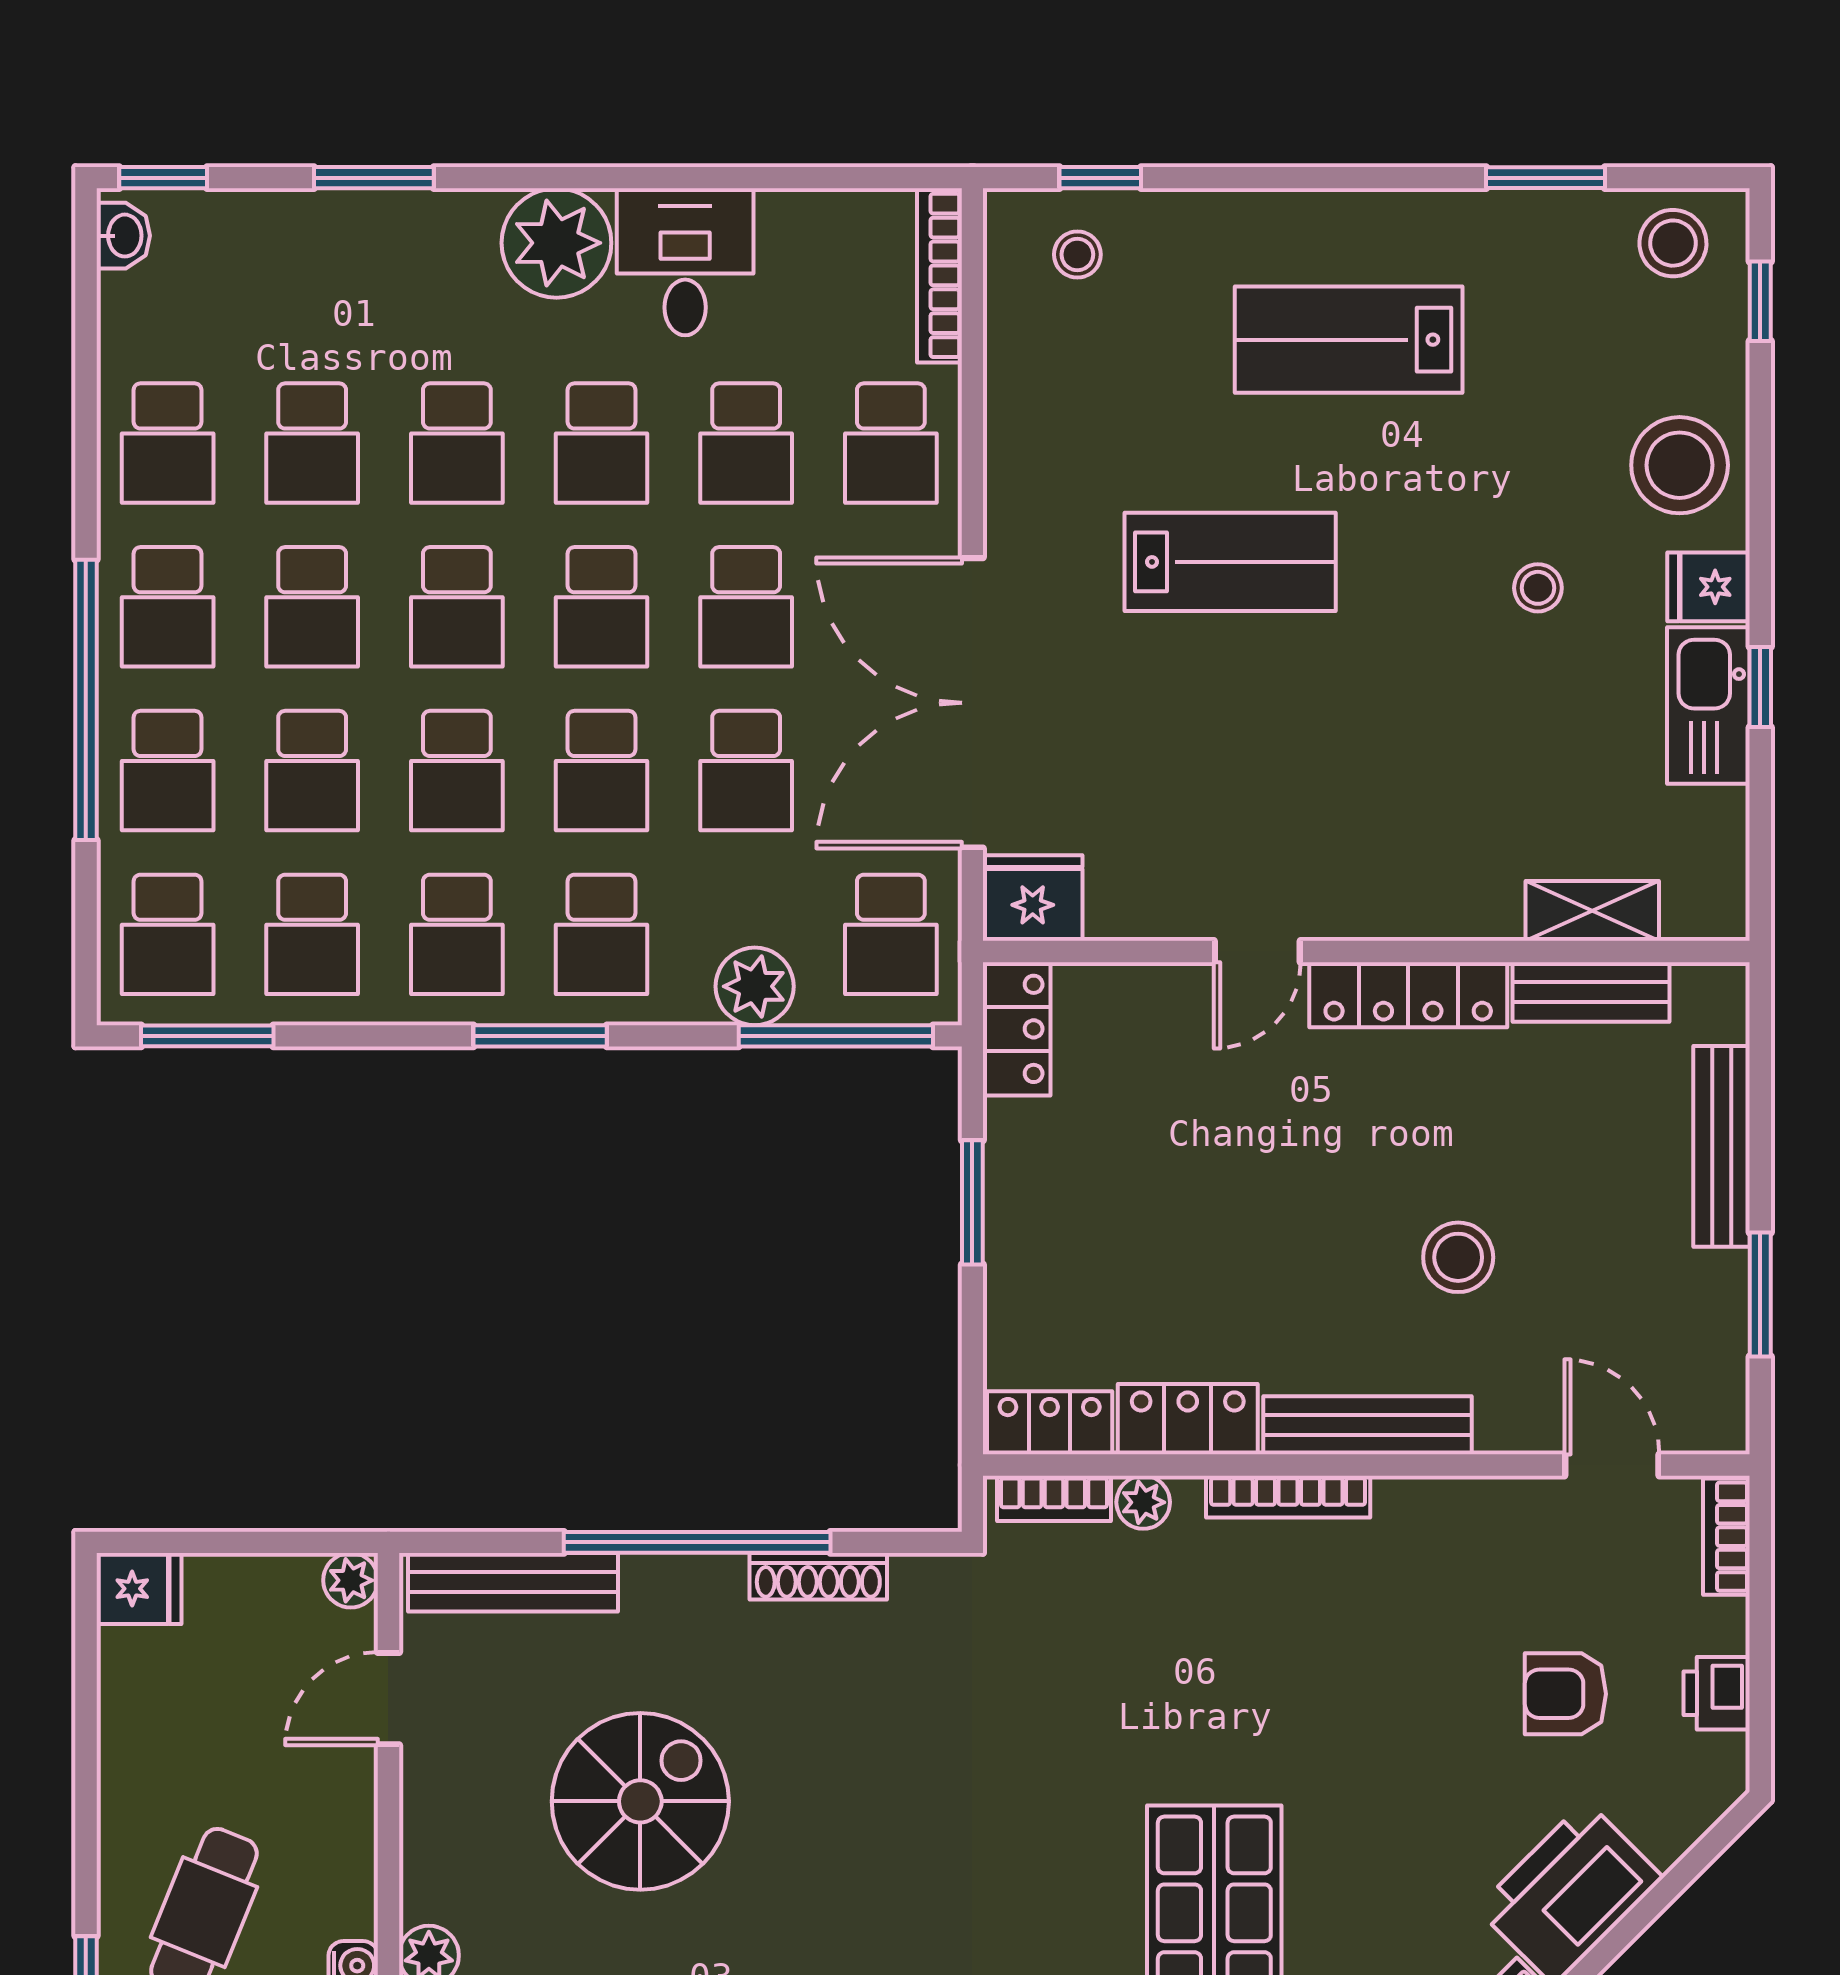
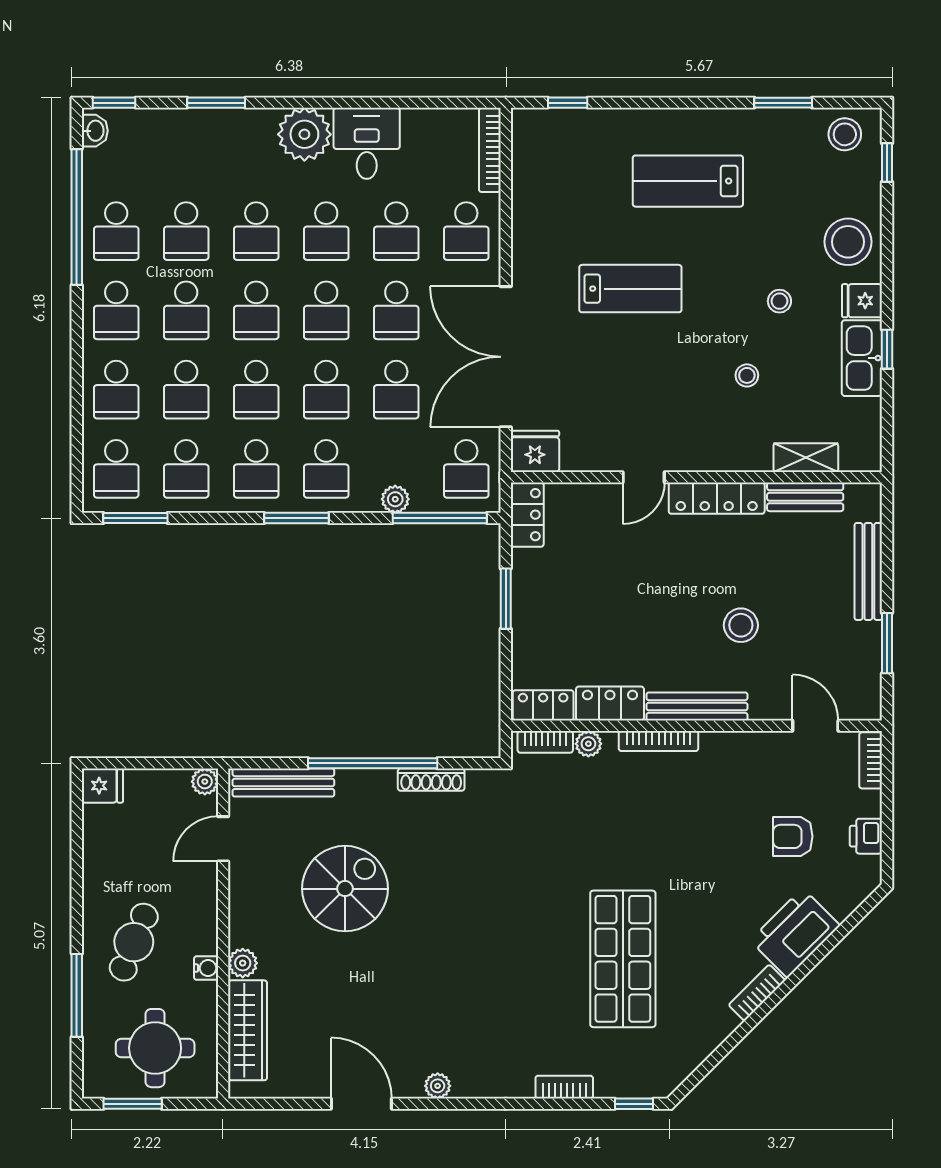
stool: (1077, 254) -> (747, 375), moved
window: (86, 700) -> (77, 217), moved
plant: (755, 986) -> (395, 499), width x0.73, depth x0.73

